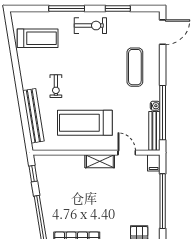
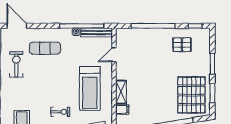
exercise bike: (90, 26) -> (16, 64), moved
shelving: (100, 161) -> (121, 92), moved
filing cabinet: (154, 163) -> (122, 109), moved

